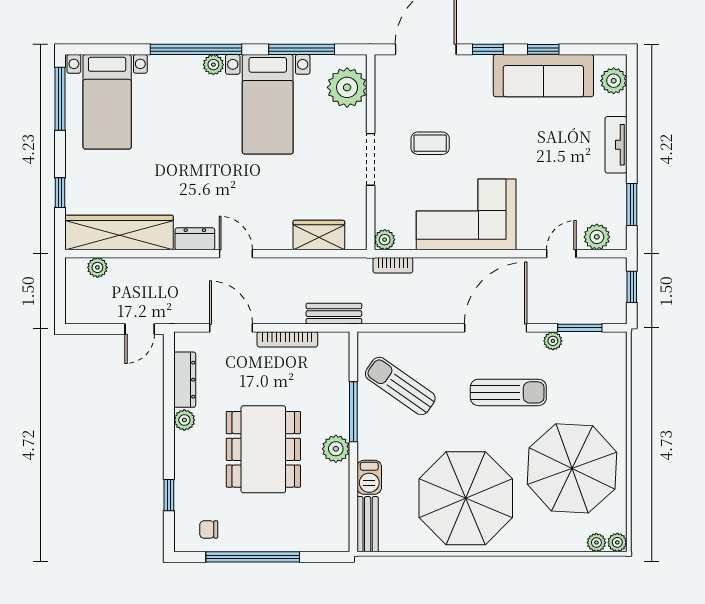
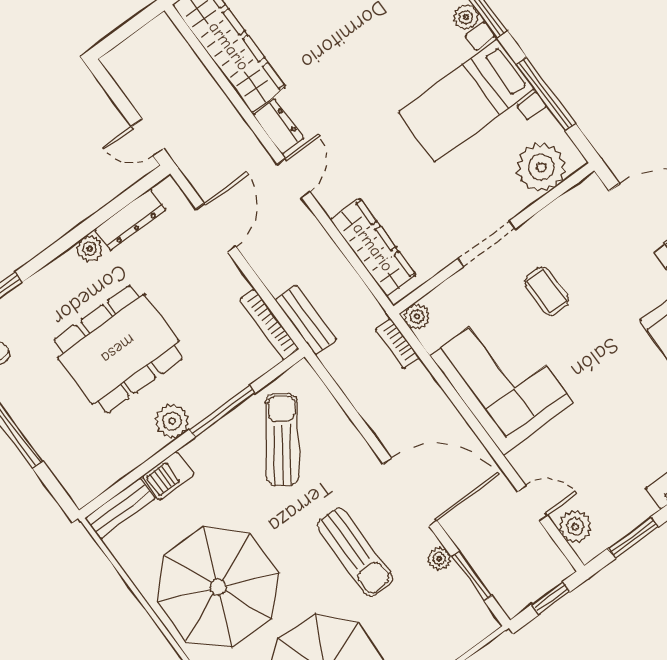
wardrobe: (319, 235) -> (373, 247), width x1.50
plant: (97, 267) -> (178, 50), removed
bookcase: (287, 339) -> (269, 325), moved

